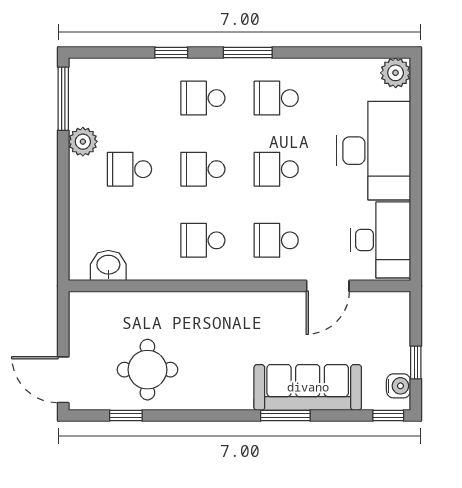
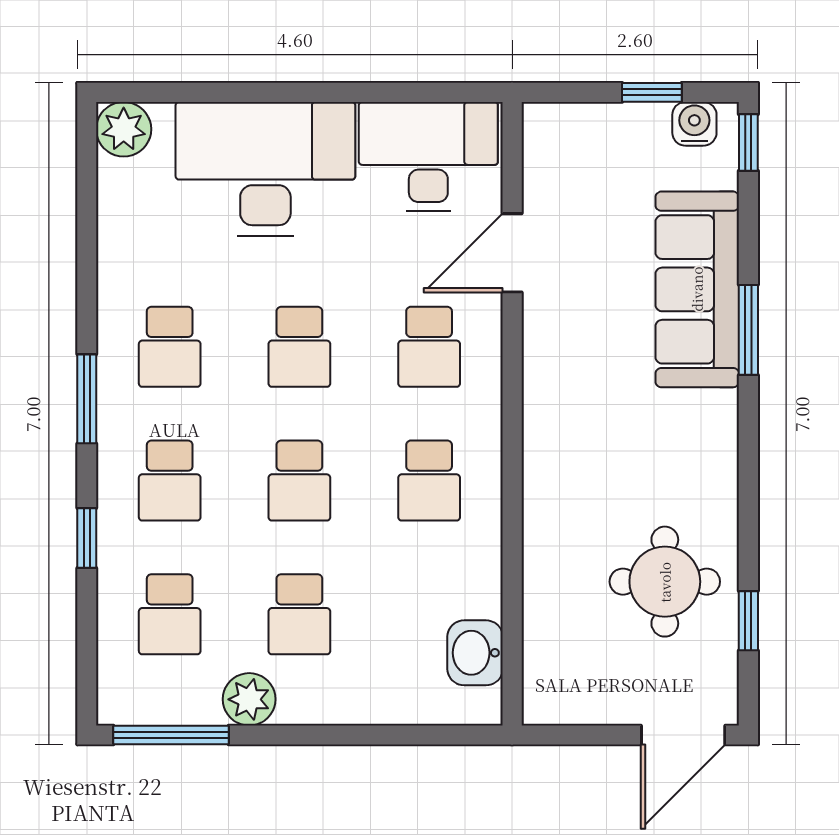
school desk: (129, 98) -> (170, 614), added
door: (328, 286) -> (512, 253), swing flipped

